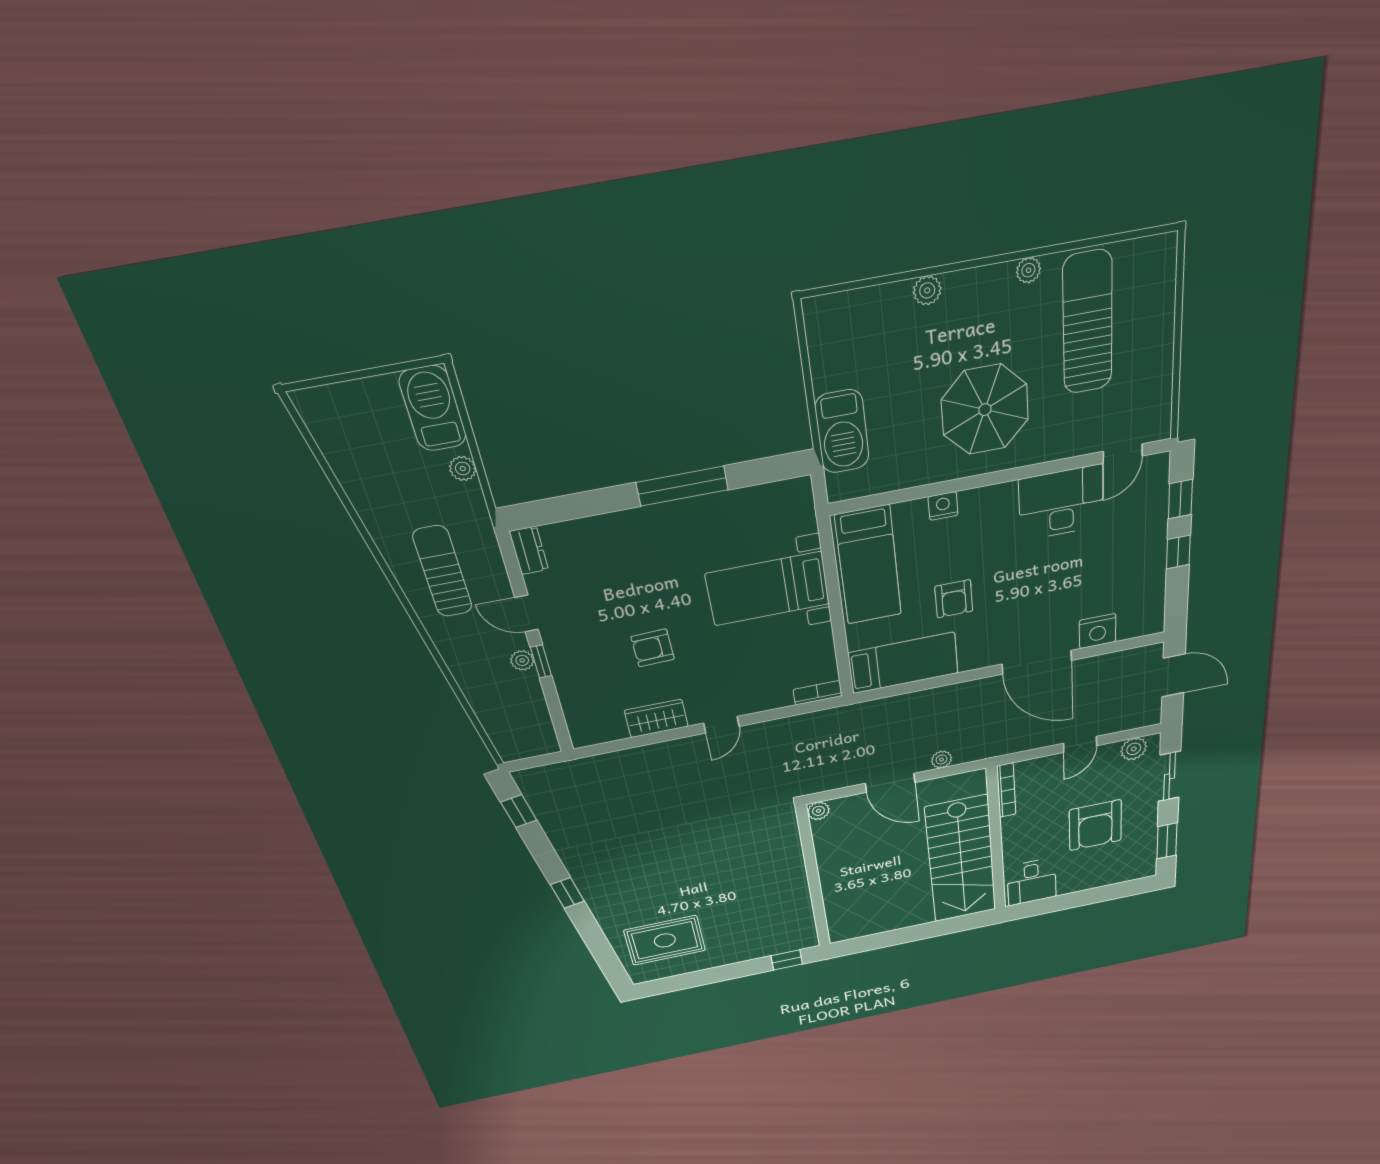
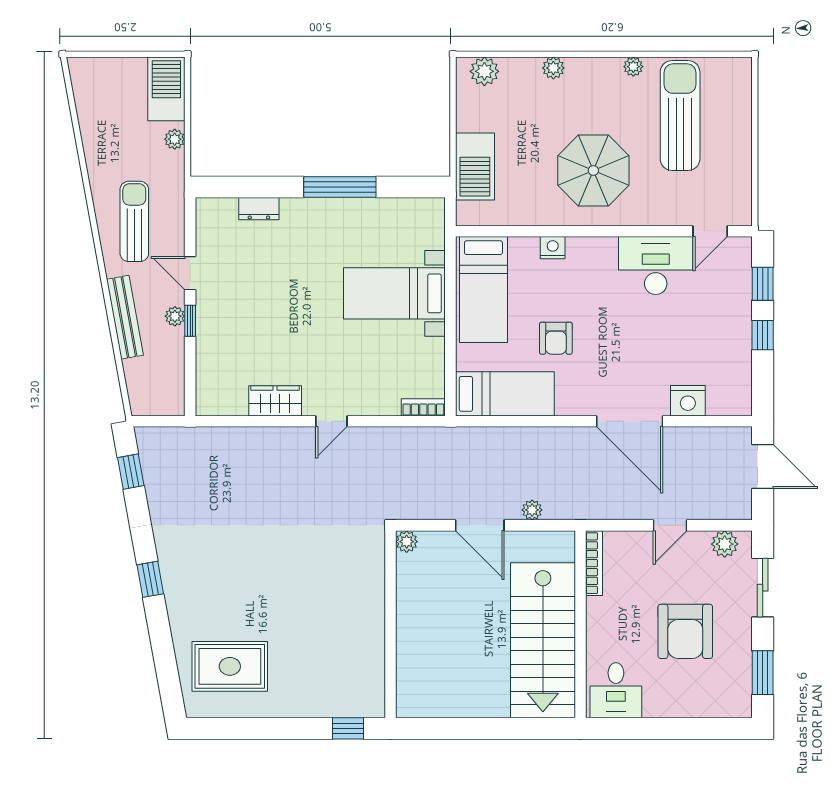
plant: (840, 311) -> (484, 71), added
dresser: (529, 551) -> (259, 209), moved, turned 90
armchair: (653, 648) -> (287, 329), removed
bench: (465, 673) -> (125, 317), added

